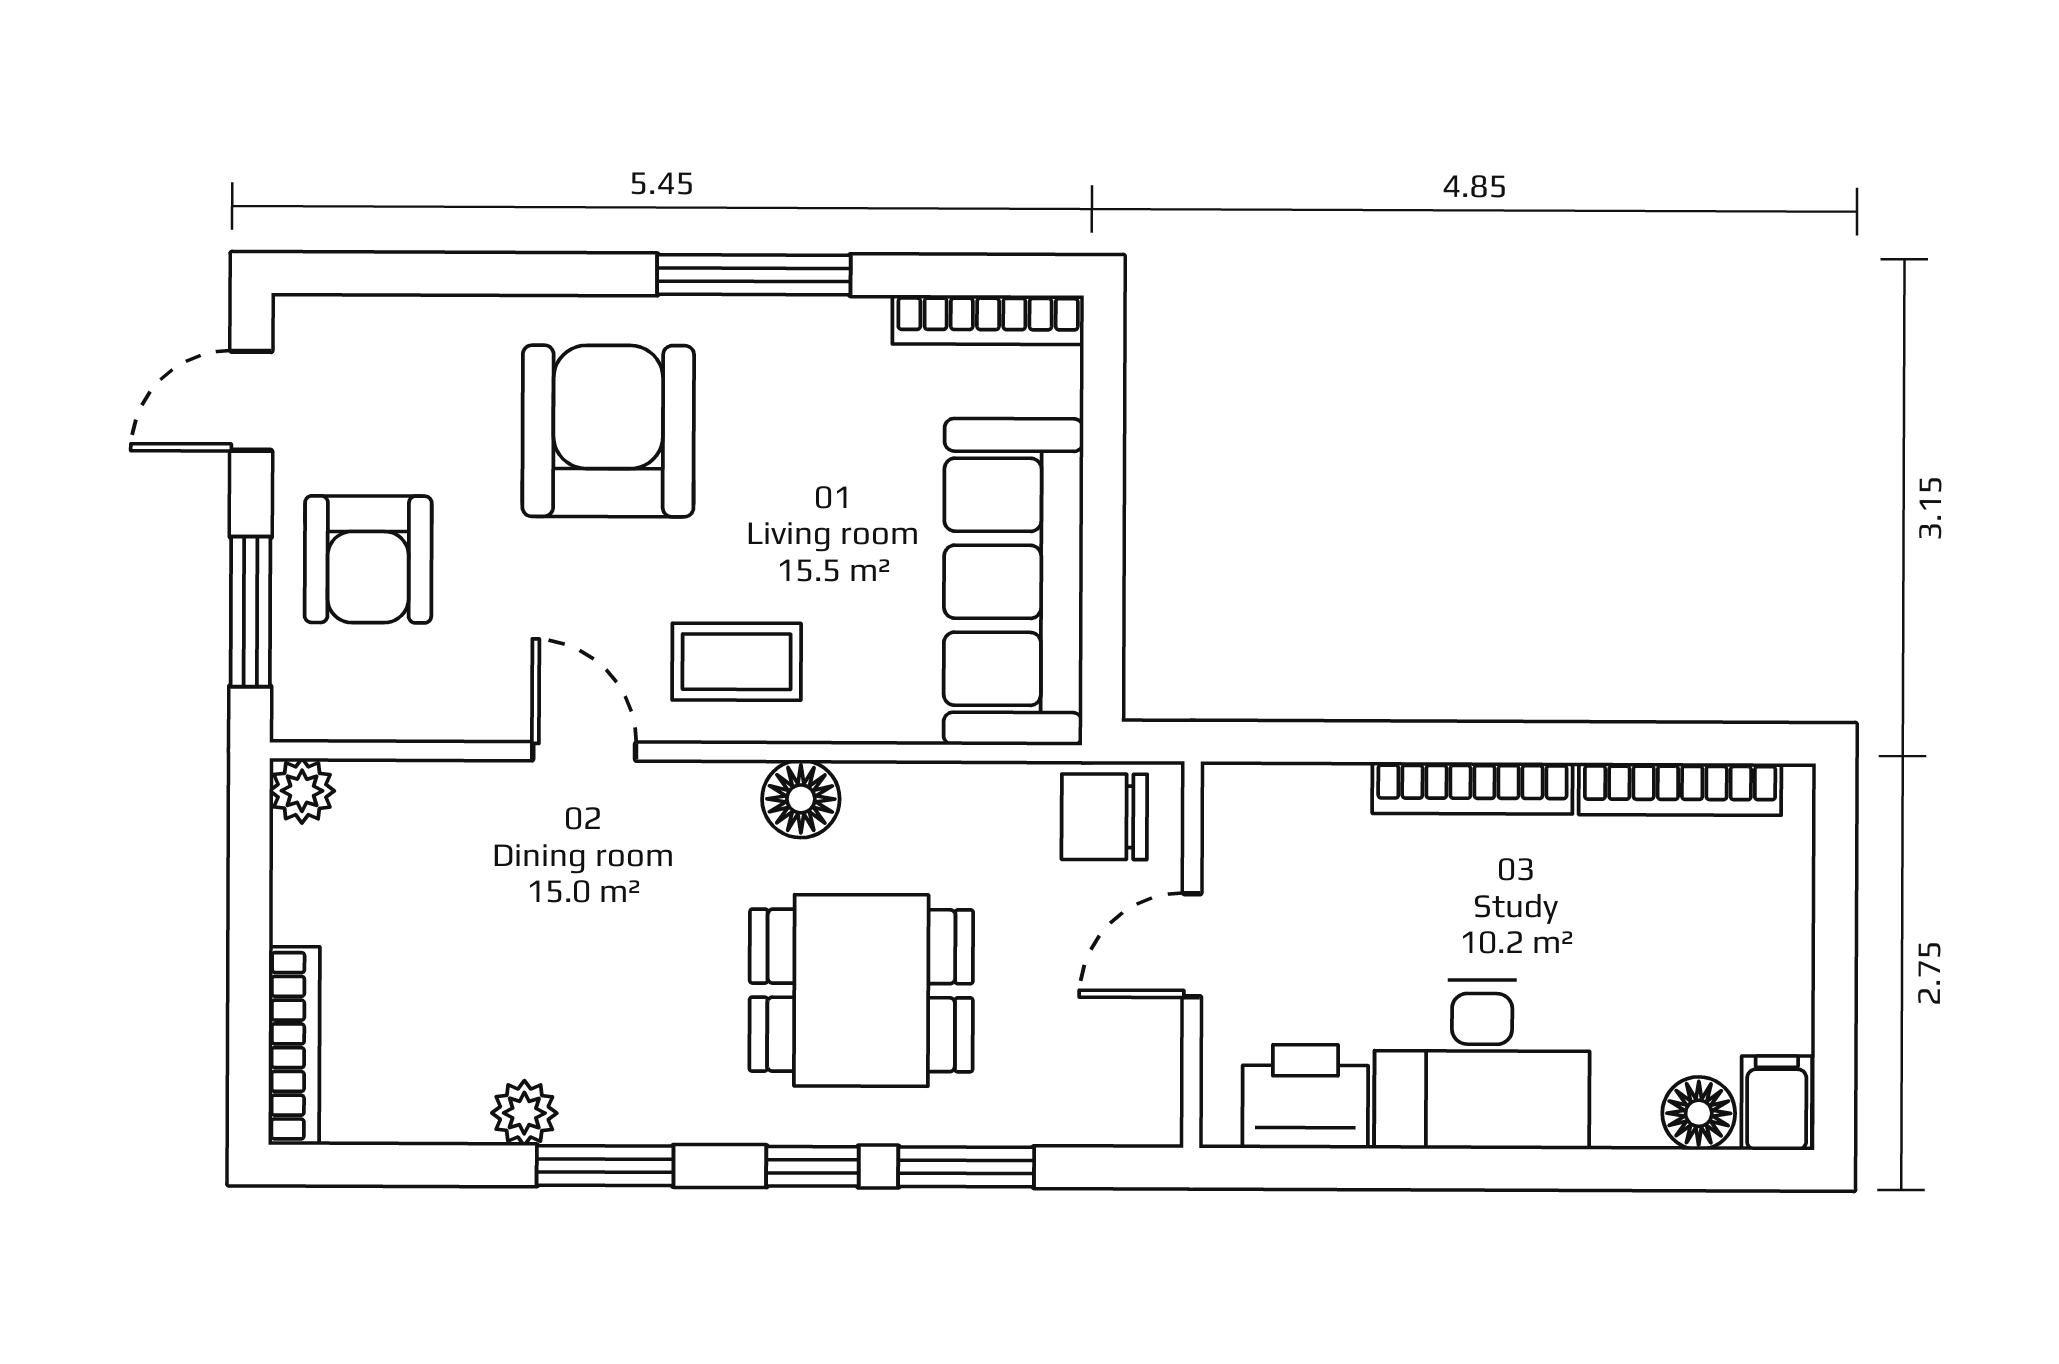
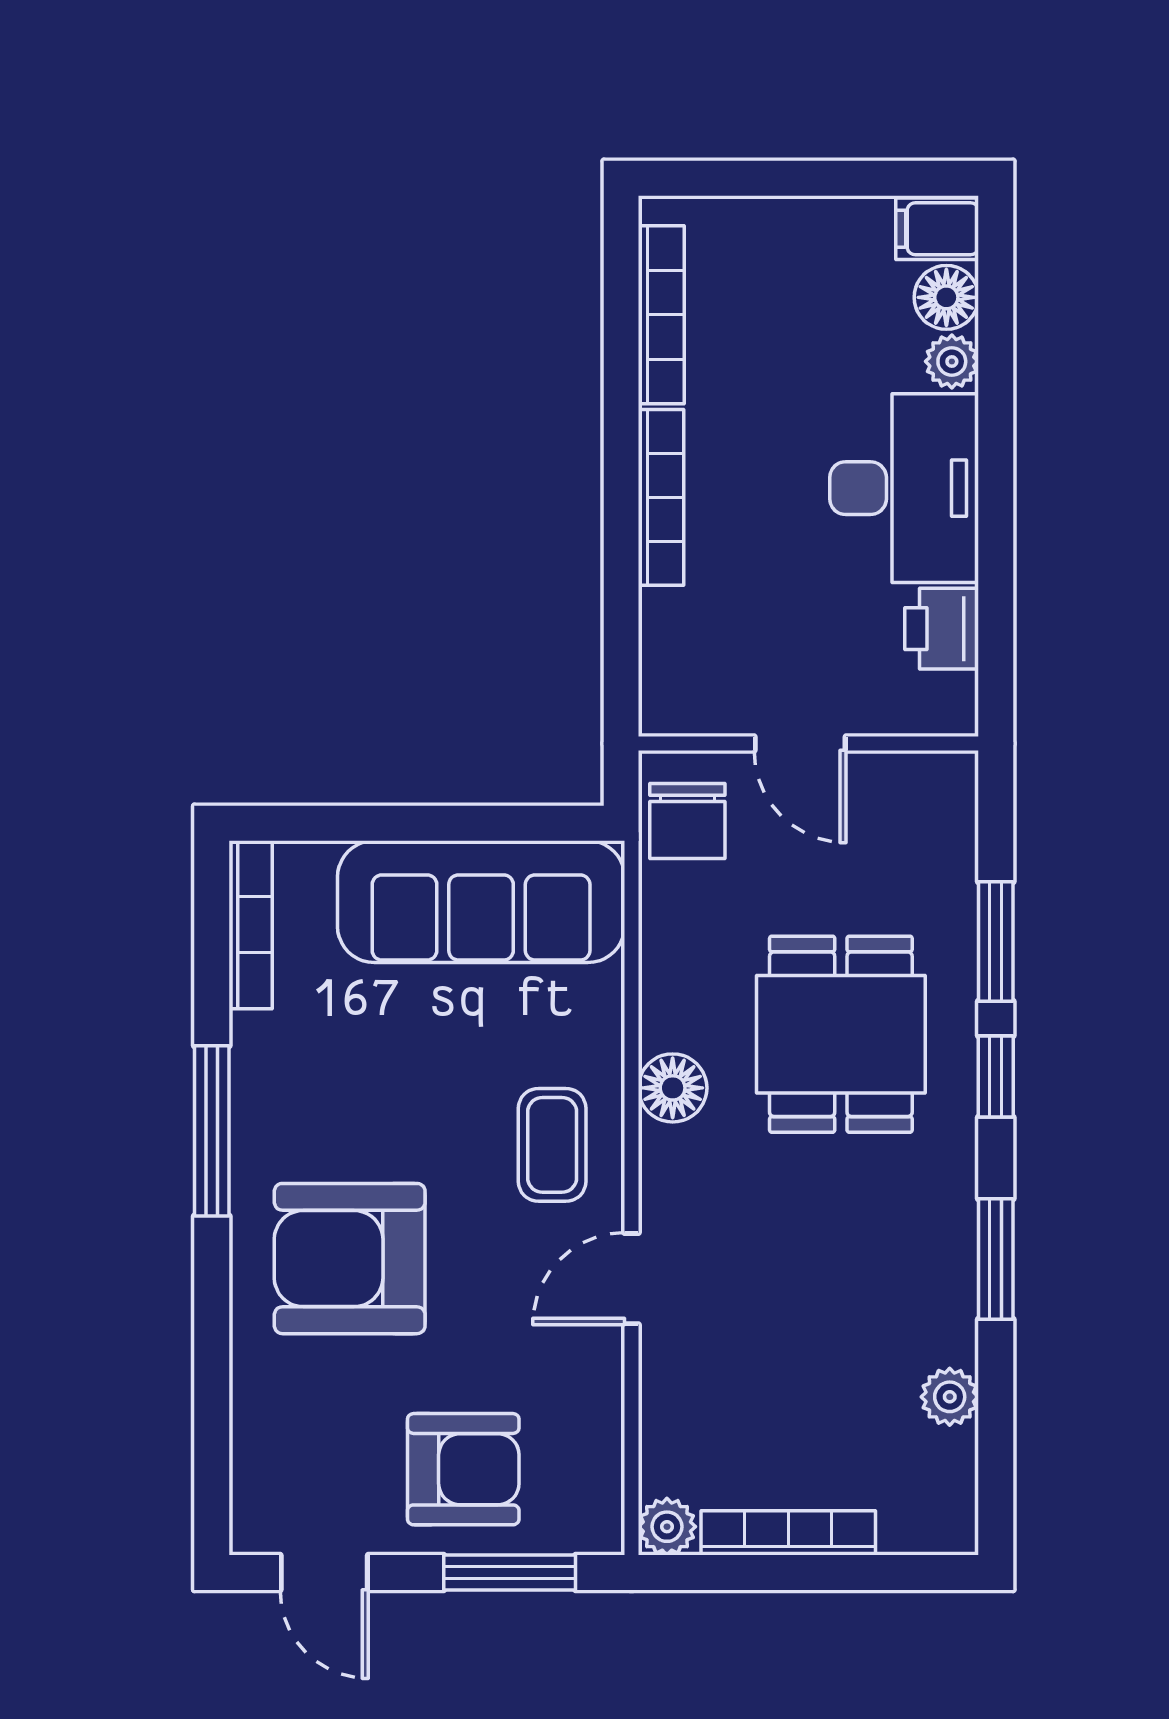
bookcase: (294, 1046) -> (788, 1533), moved
printer: (1305, 1097) -> (942, 629), width x0.73, depth x0.81
plant: (524, 1113) -> (950, 1397), moved
plant: (1626, 1119) -> (952, 361), added

